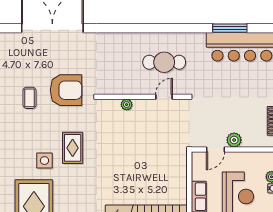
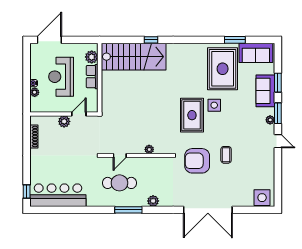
window: (230, 28) -> (128, 210), moved
plant: (122, 39) -> (153, 201), added
rug: (73, 148) -> (192, 115), width x1.36, depth x1.43

